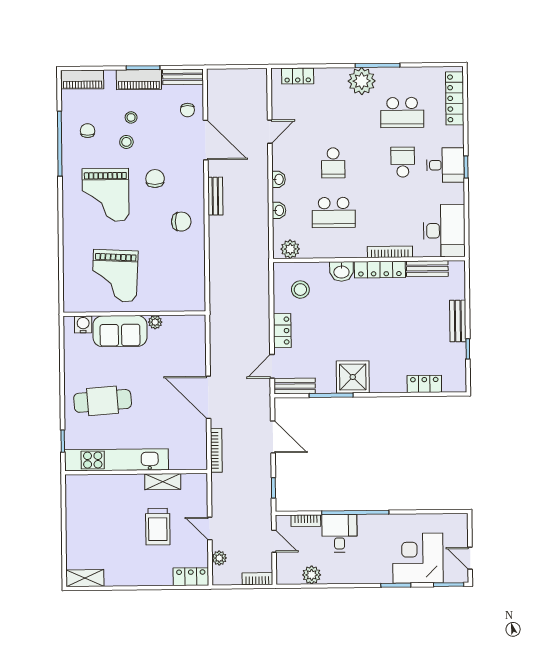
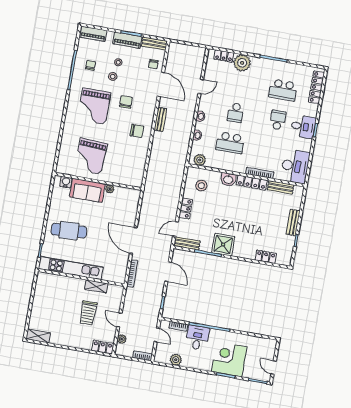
plant: (362, 81) -> (242, 63), moved
corner desk: (418, 558) -> (229, 359), moved

